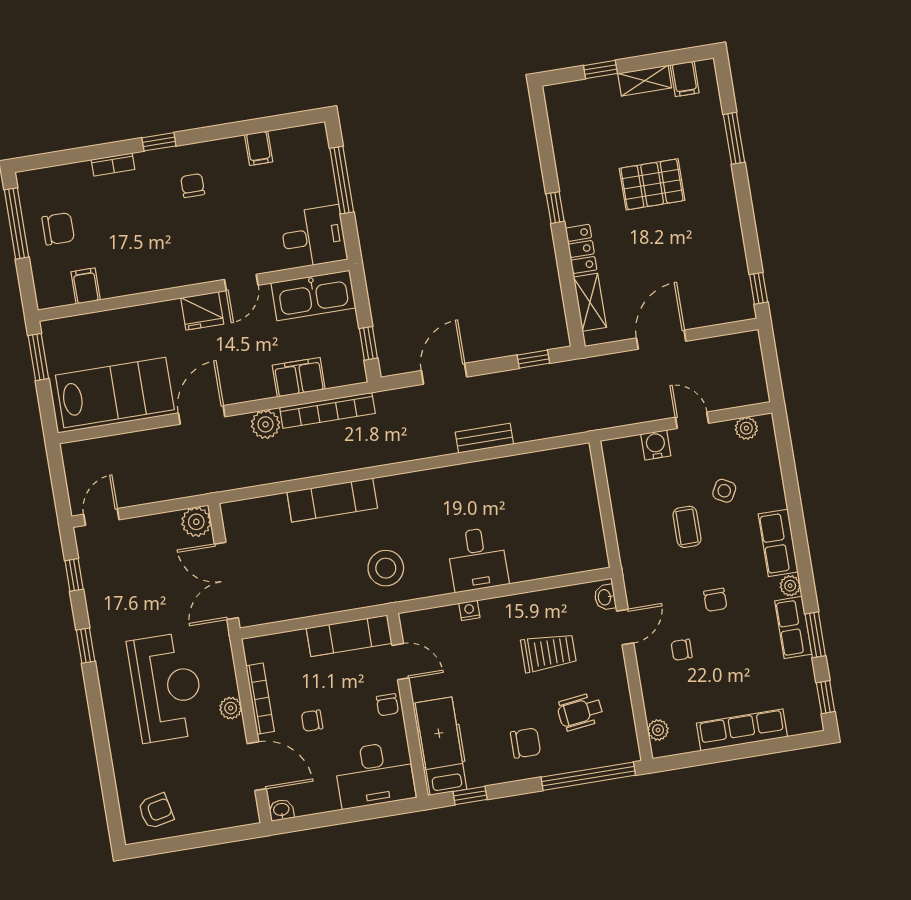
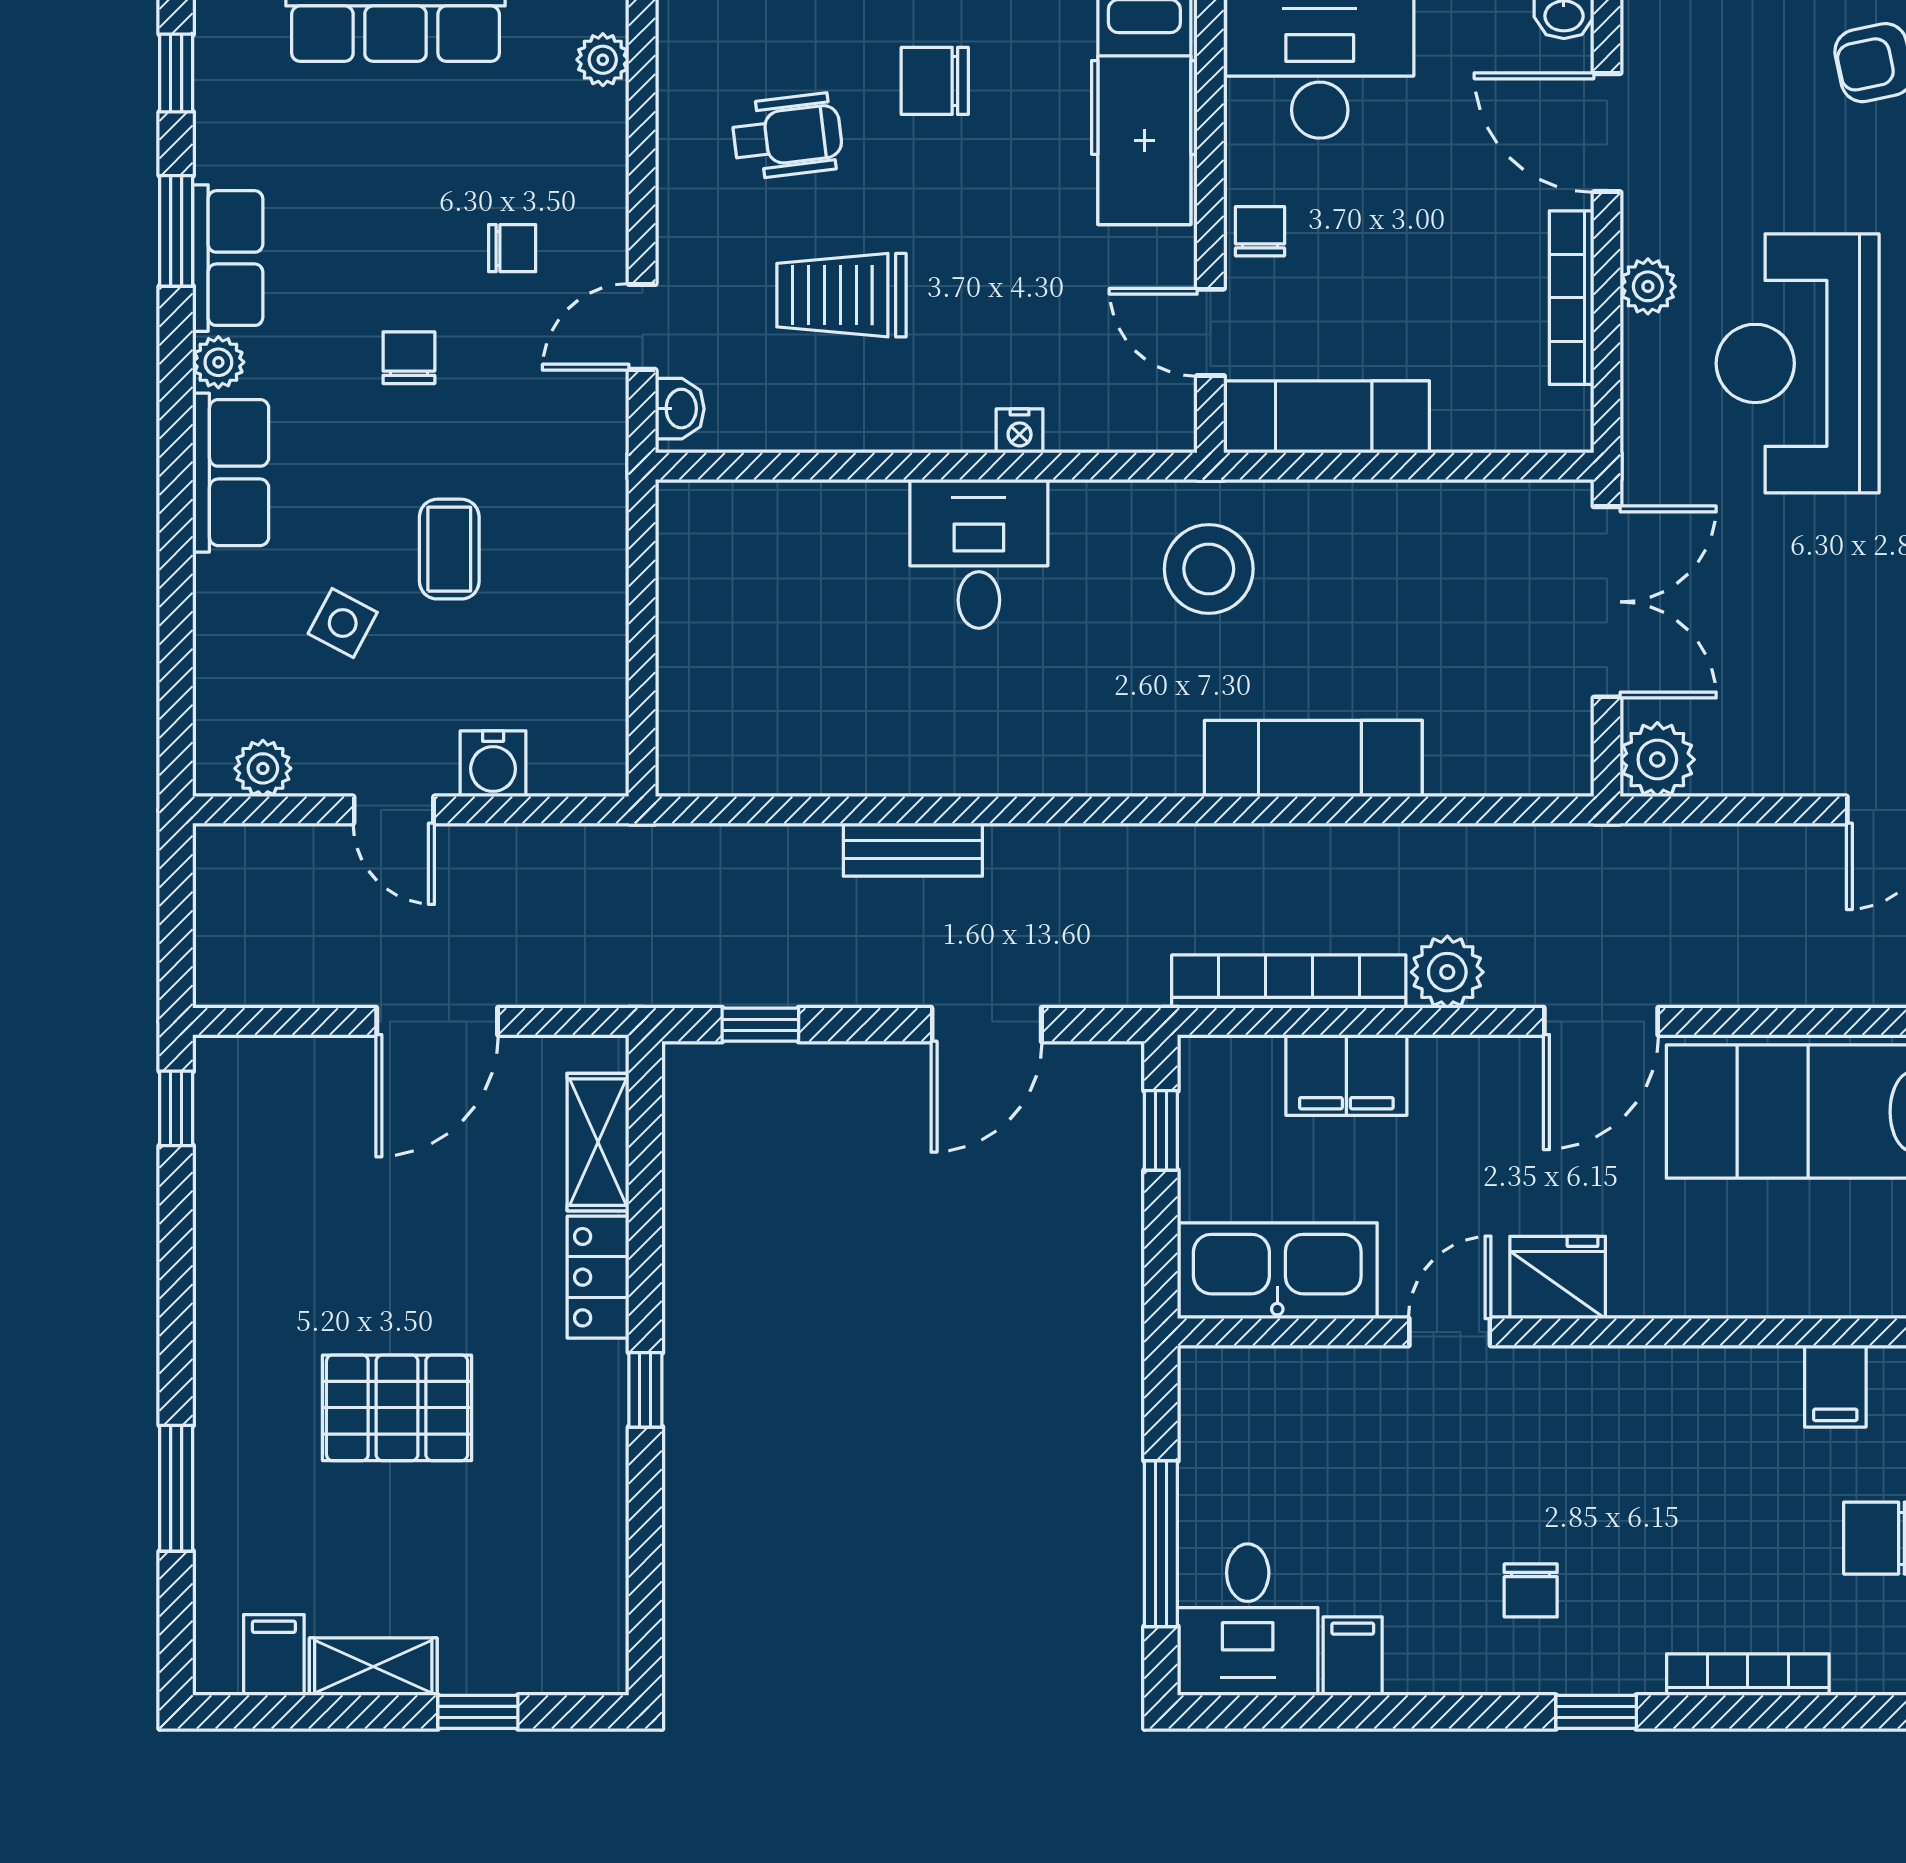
bookcase: (113, 165) -> (1748, 1675), width x1.56
desk: (313, 237) -> (1248, 1620), moved, turned -90
chair: (312, 721) -> (1452, 222), removed

